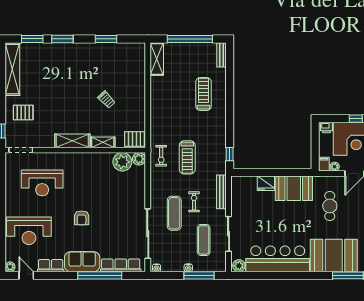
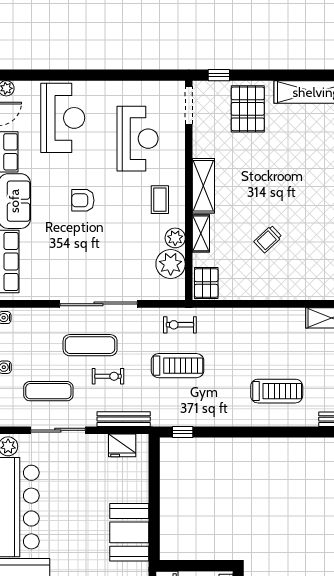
pallet: (23, 112) -> (248, 109), width x1.50, depth x1.42
treadmill: (187, 157) -> (177, 366), turned 180
plant: (139, 159) -> (175, 238), moved
coffee table: (81, 169) -> (160, 200), added
reception desk: (42, 183) -> (138, 139), turned 180
fridge: (266, 183) -> (122, 445), moved, turned -90
reception desk: (29, 231) -> (63, 118), turned 180
sliding door: (148, 234) -> (99, 304), moved

